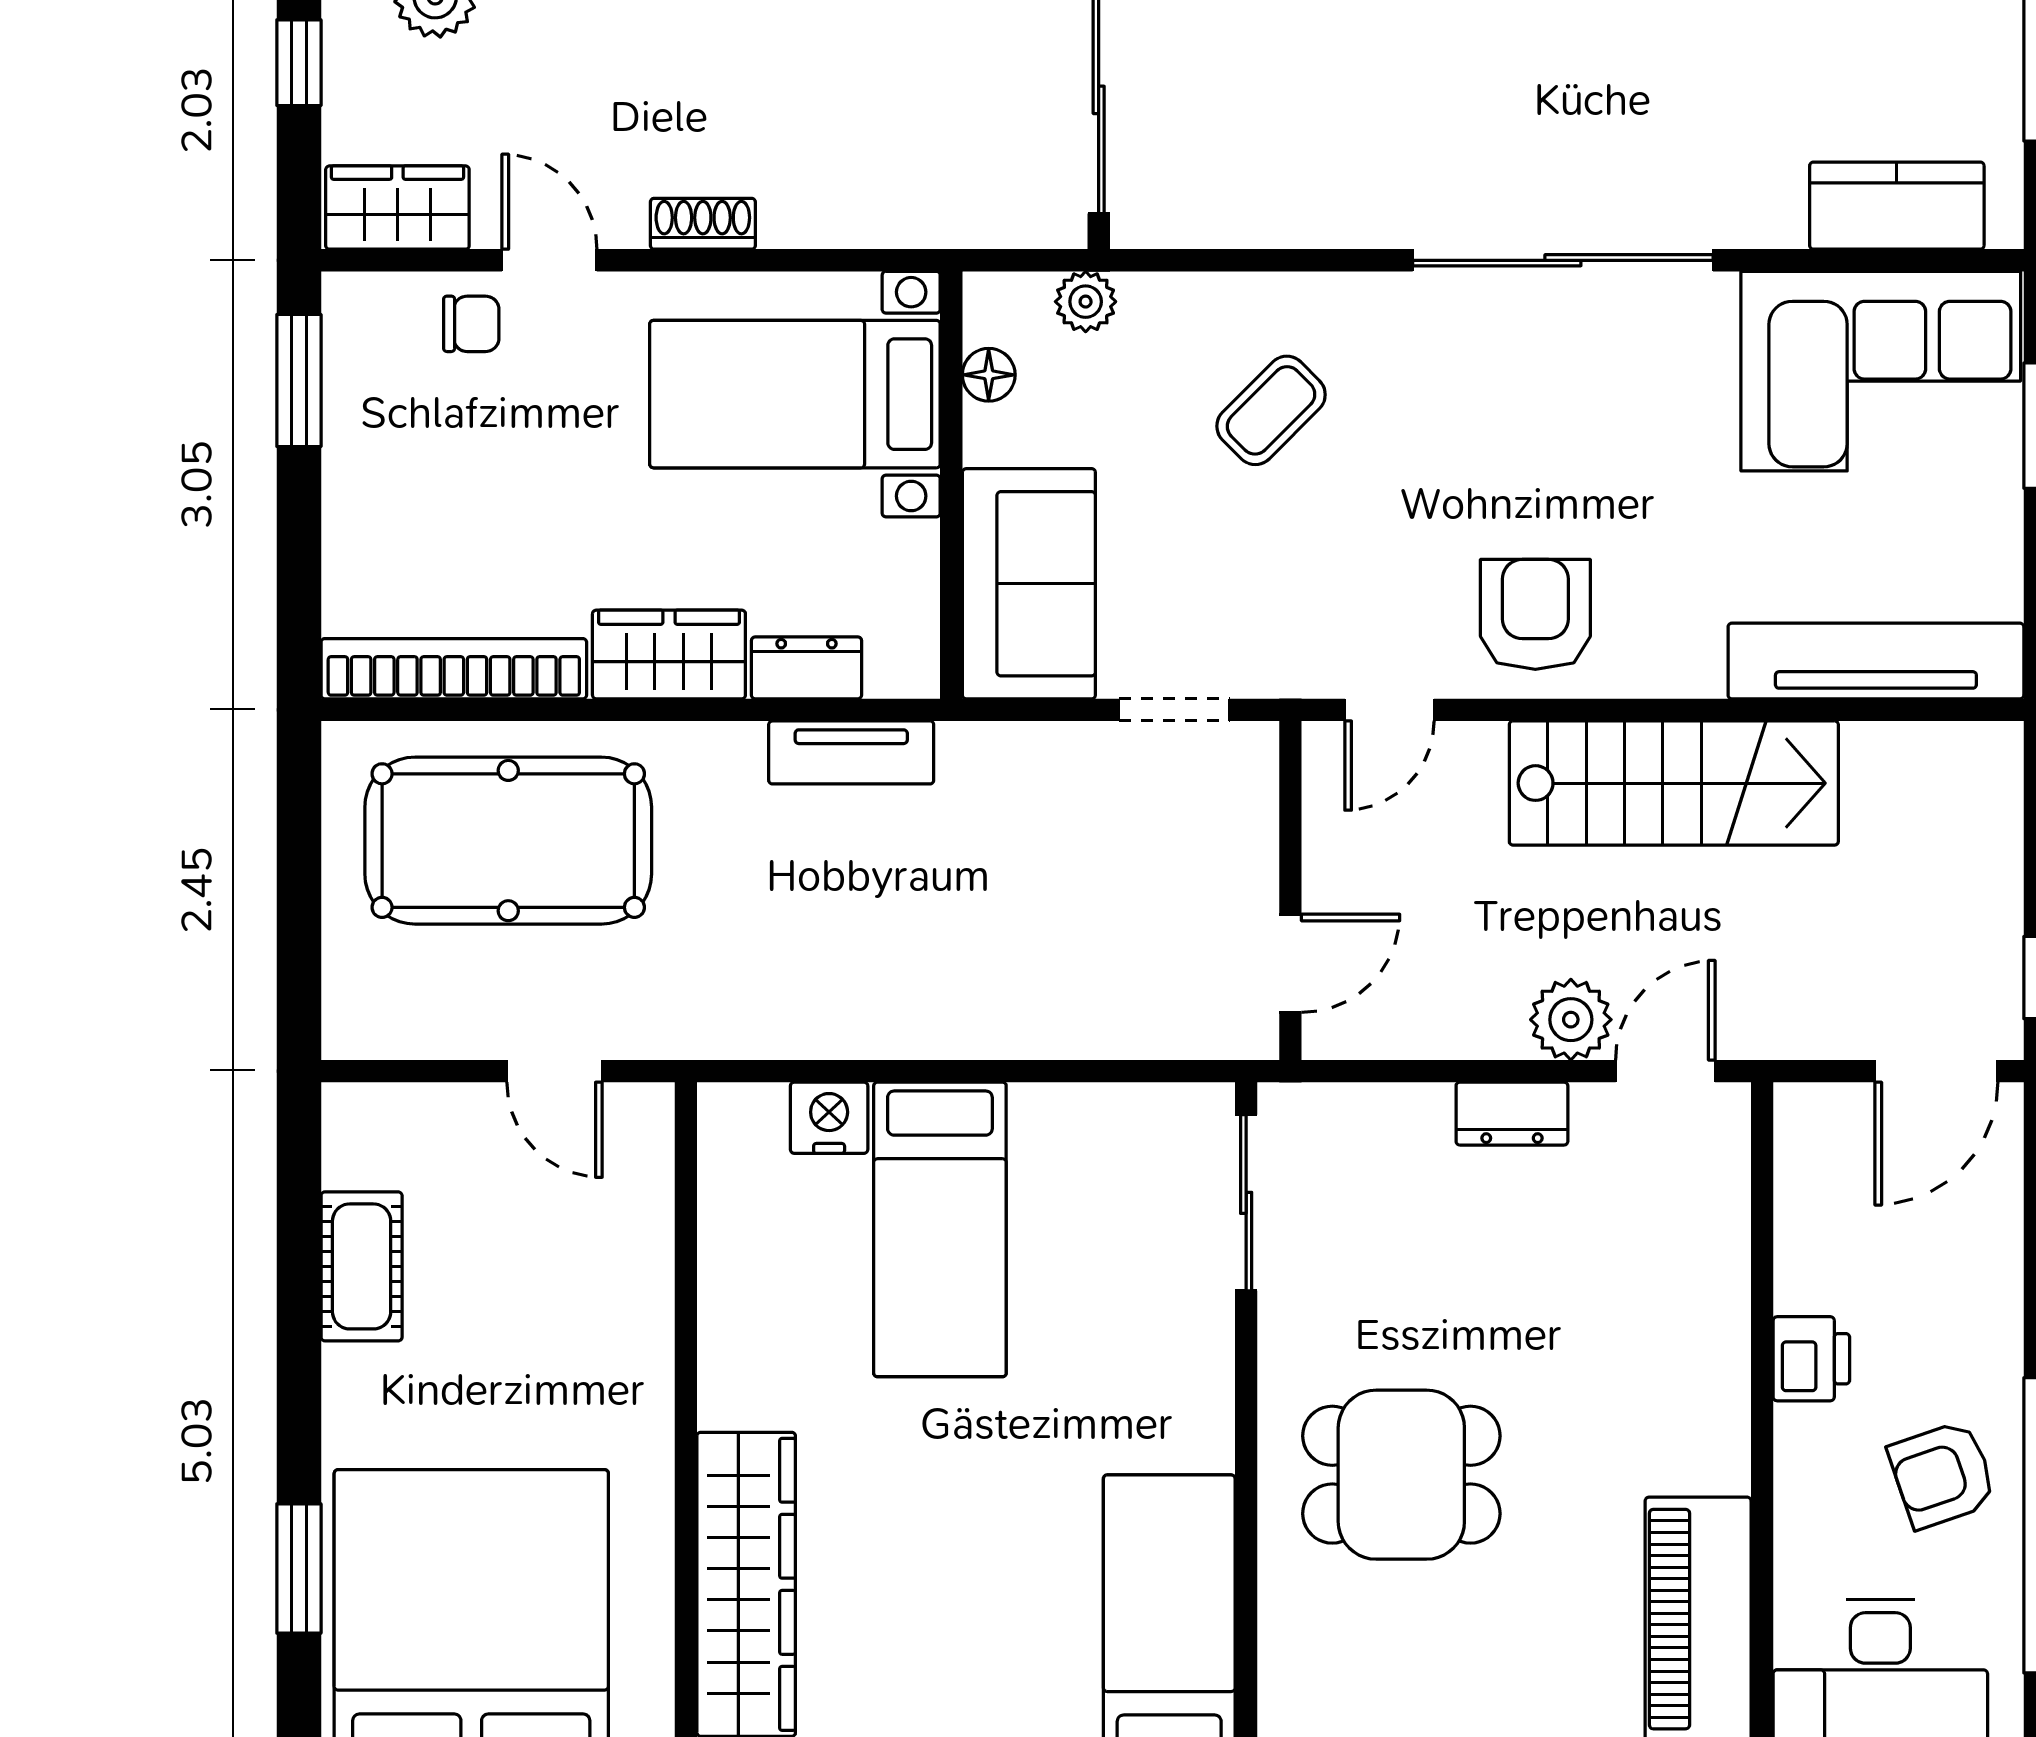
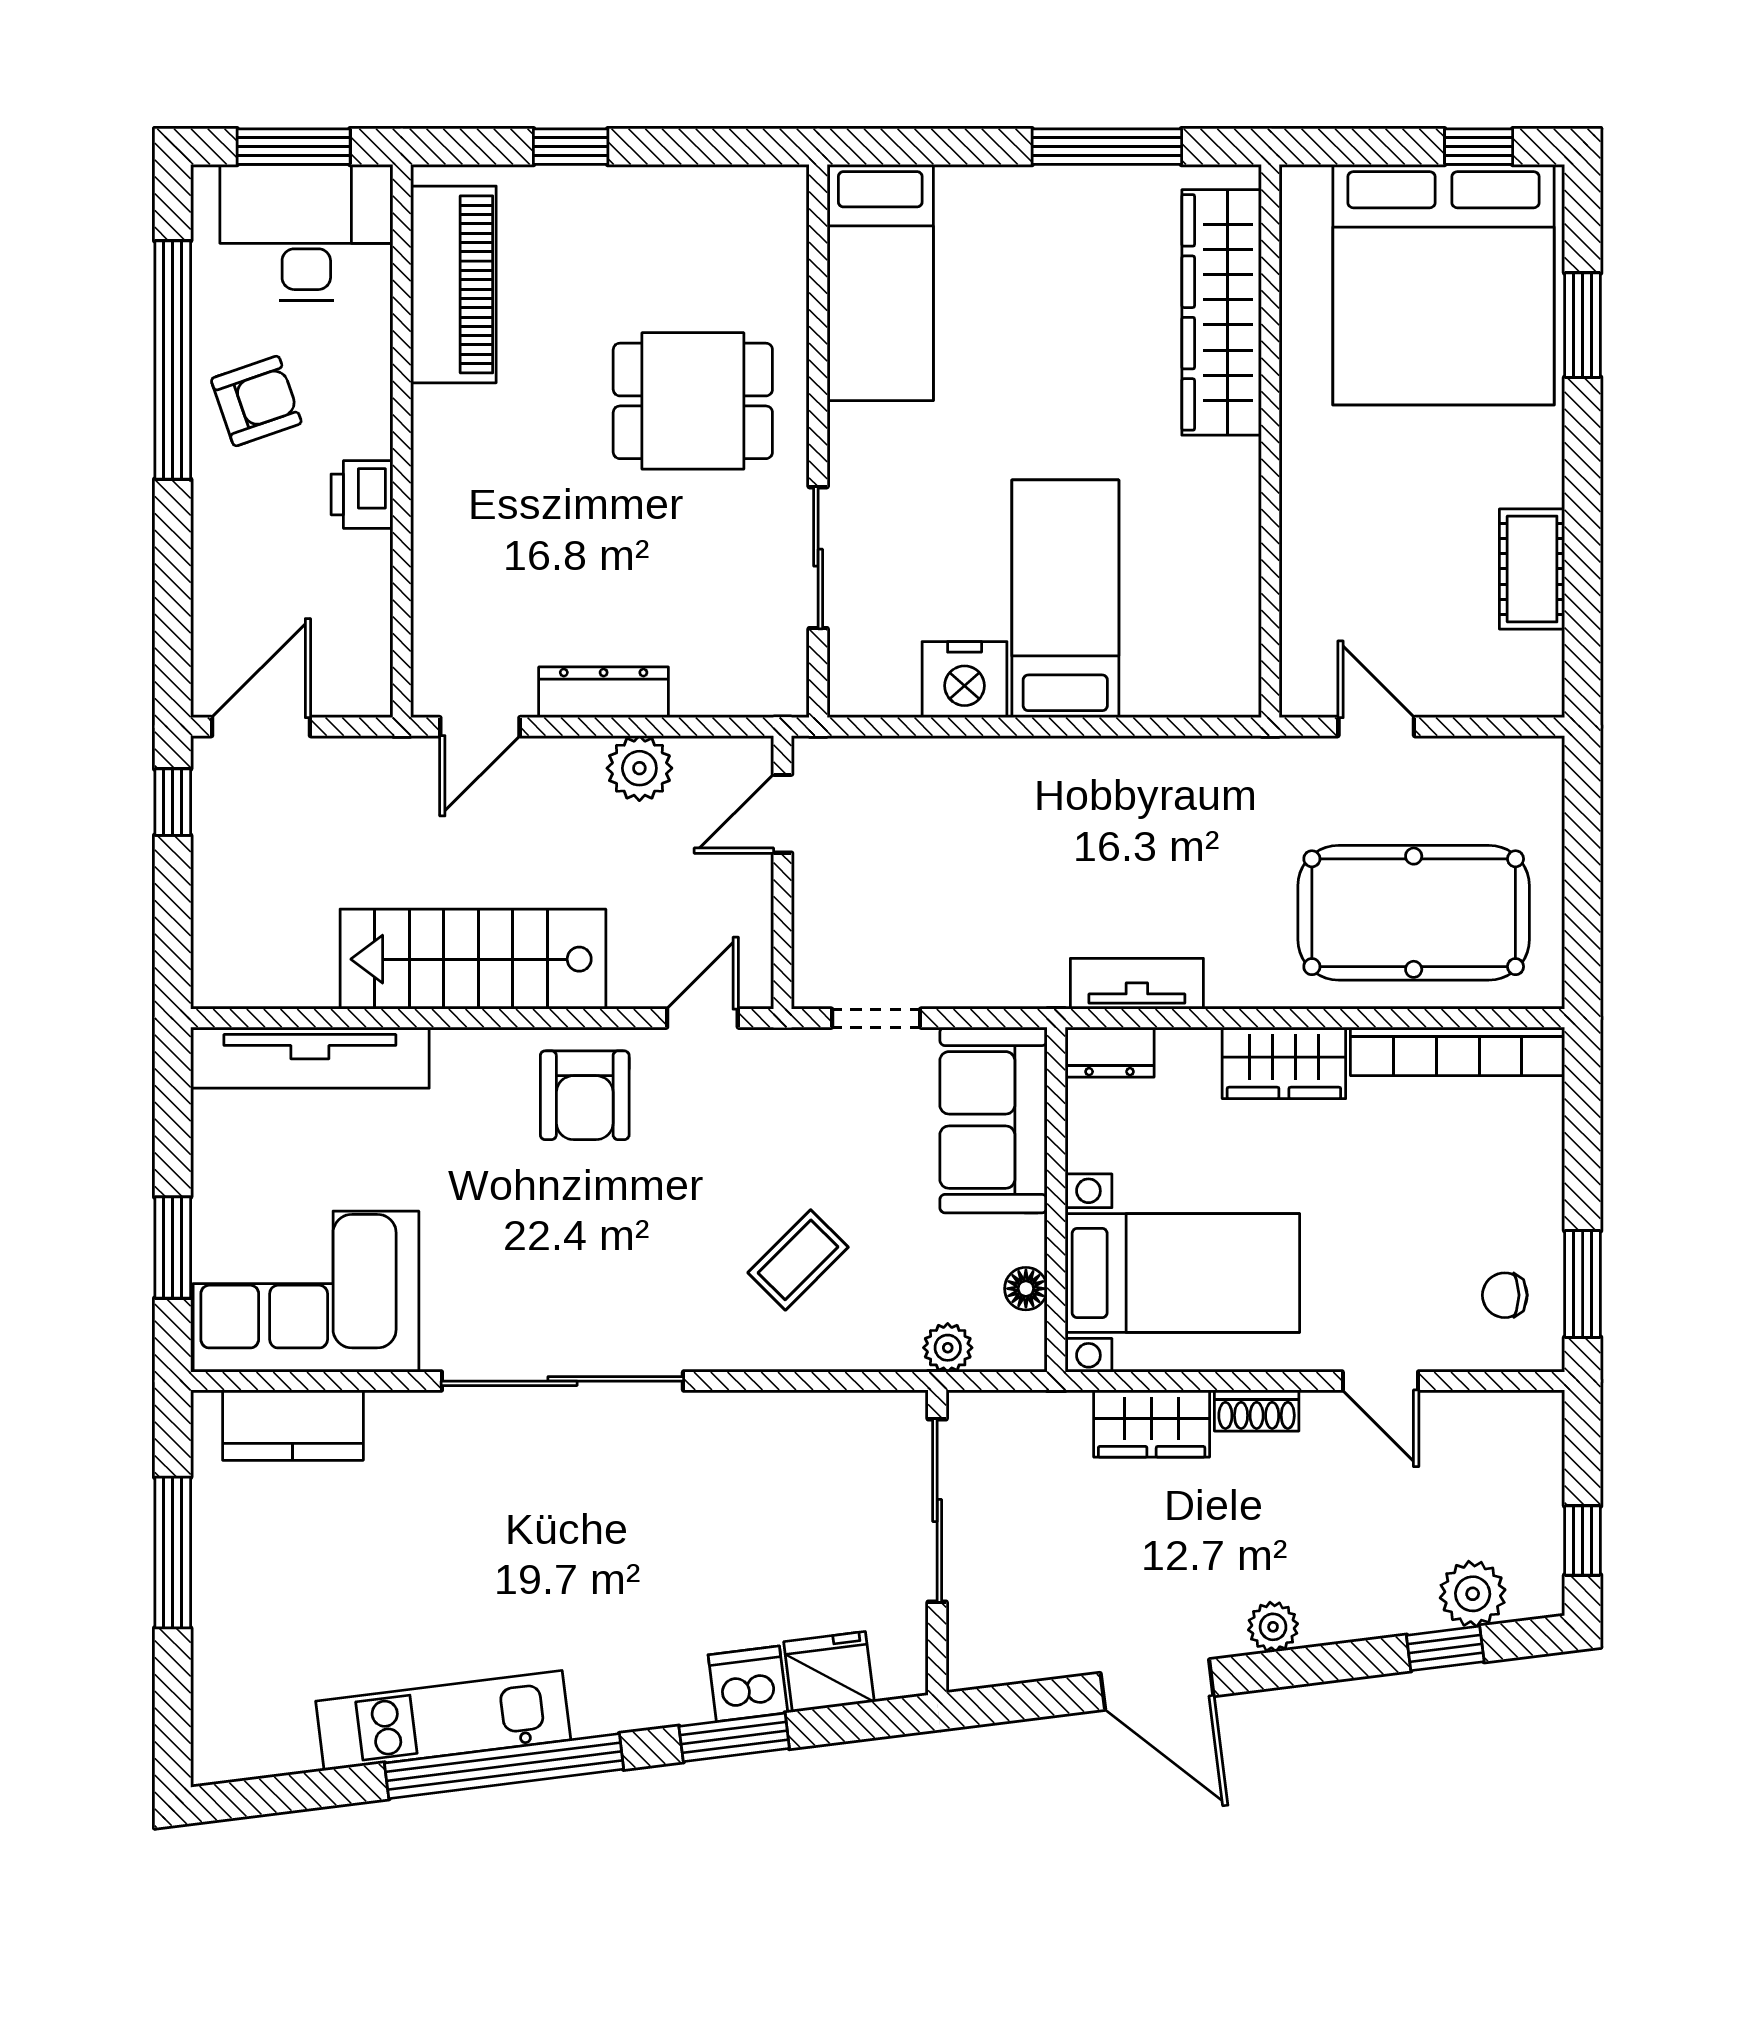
wardrobe: (397, 208) -> (1152, 1424), moved
chair: (471, 324) -> (1505, 1295), moved
dresser: (806, 668) -> (1110, 1052), moved
plant: (1571, 1020) -> (639, 768), moved
dresser: (1512, 1114) -> (604, 692), width x1.44
nightstand: (829, 1118) -> (965, 680), moved, width x1.36, depth x1.33
sliding door: (1246, 1203) -> (818, 558), moved

